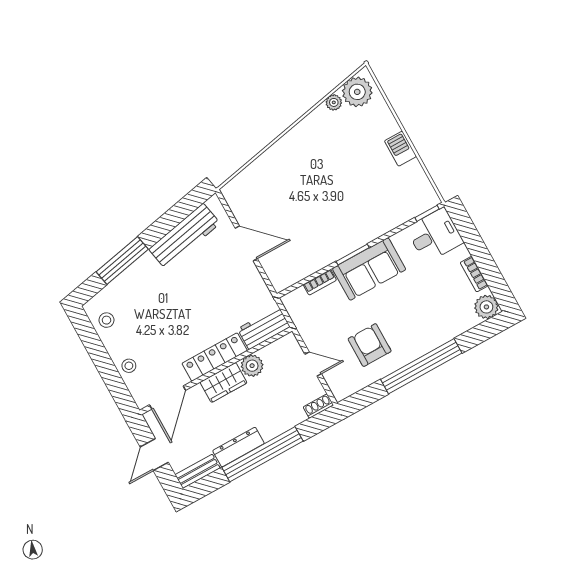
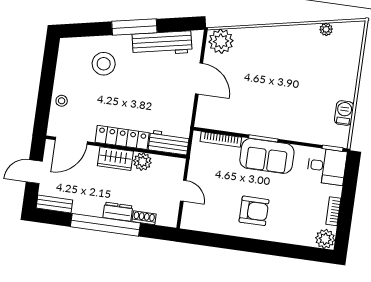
plant: (357, 92) -> (221, 41), moved
barbecue: (400, 149) -> (344, 113), moved
window: (122, 260) -> (134, 27), moved
bookcase: (320, 282) -> (221, 139), width x1.56
stool: (106, 320) -> (104, 64), moved, width x1.89, depth x1.89
armchair: (370, 345) -> (254, 211), moved, turned 90
window: (421, 366) -> (253, 246), removed
shoe rack: (318, 406) -> (144, 218), moved
dresser: (238, 447) -> (118, 212), moved, width x0.70

